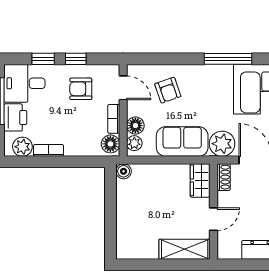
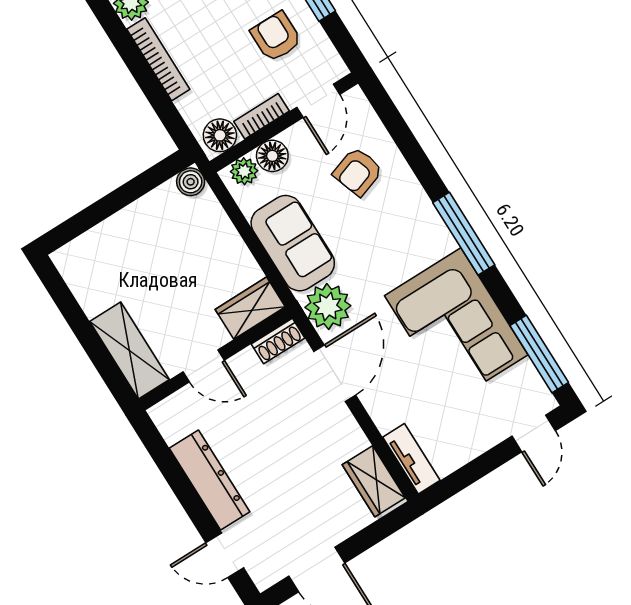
bookcase: (48, 150) -> (158, 59), width x1.56

